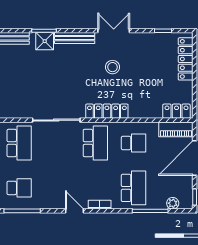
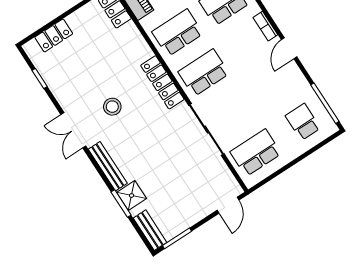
locker: (186, 59) -> (54, 35), width x0.66
school desk: (134, 143) -> (178, 33), width x1.85

